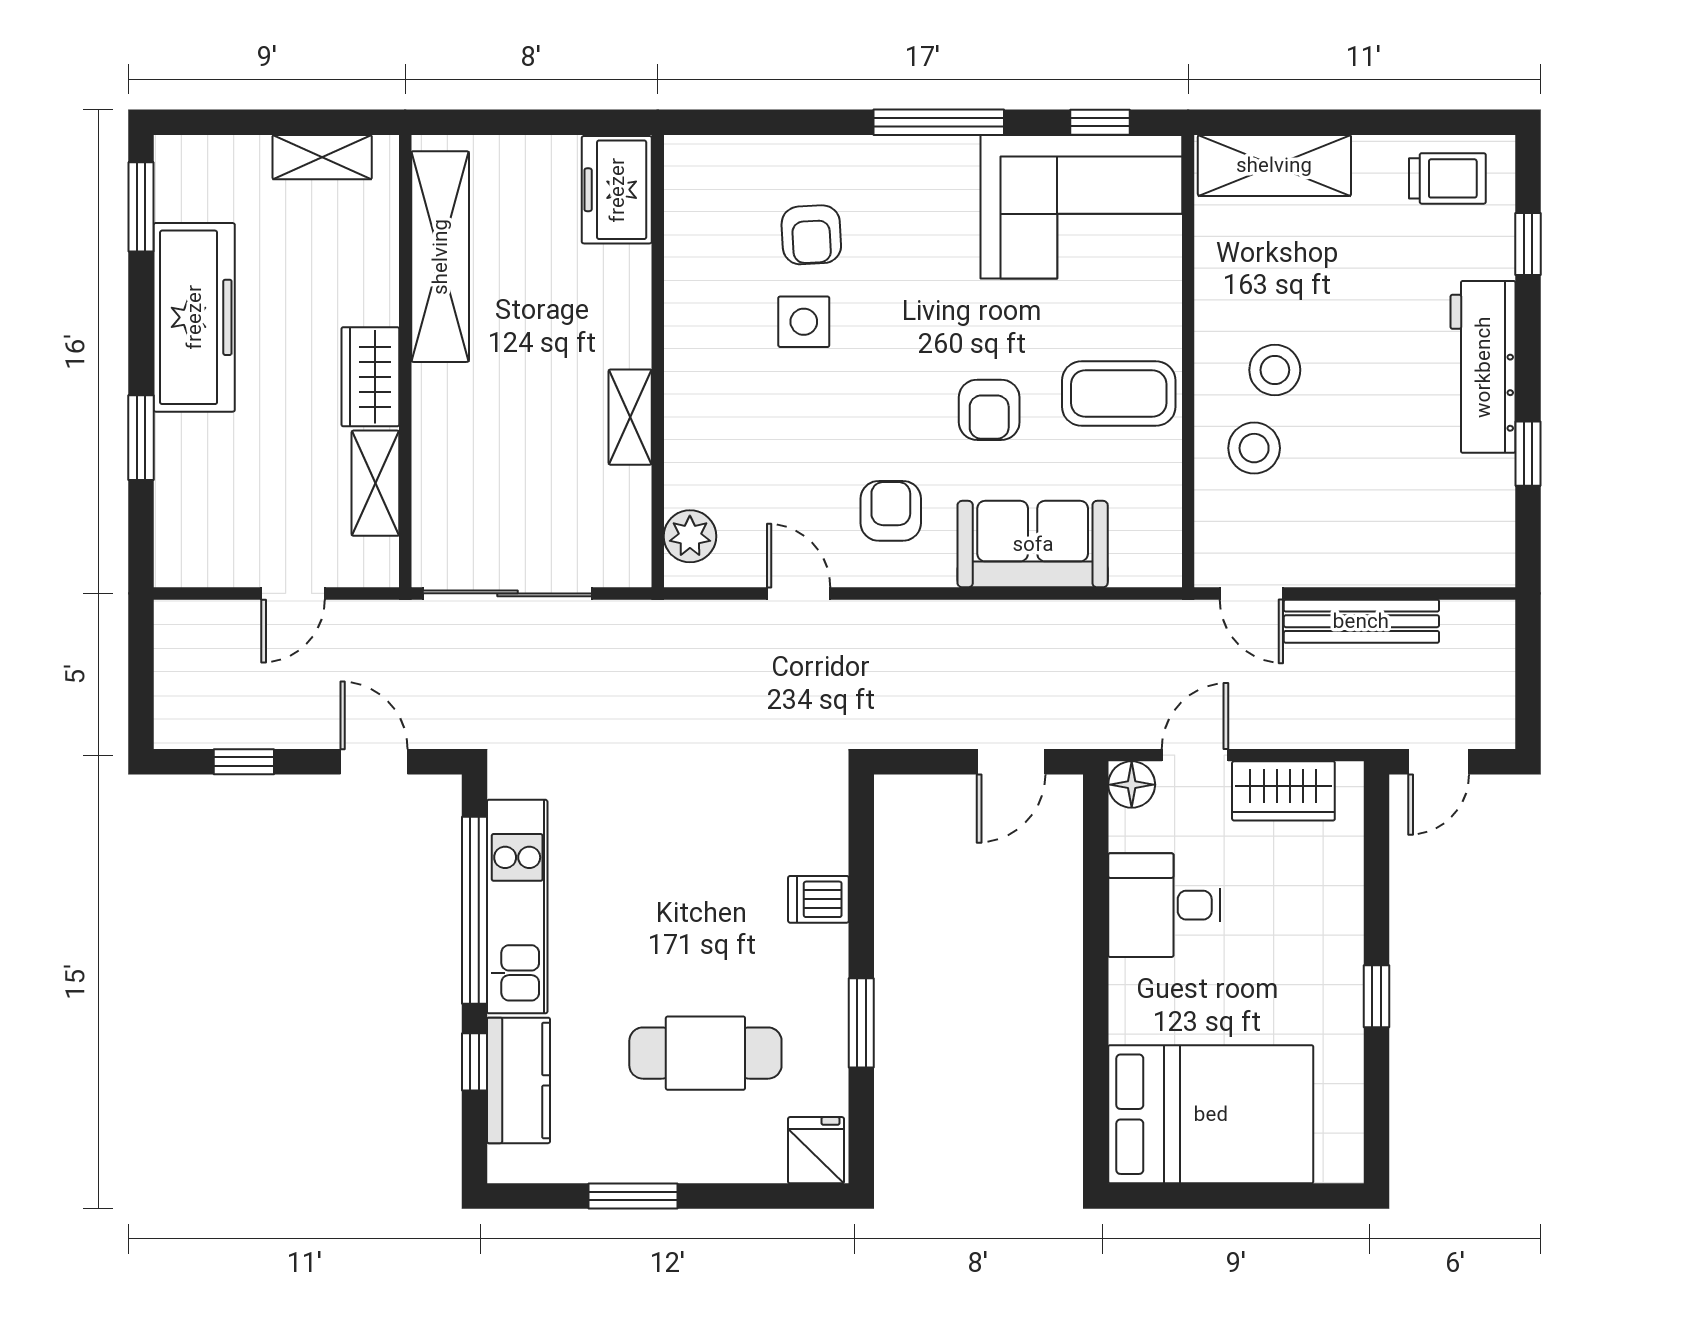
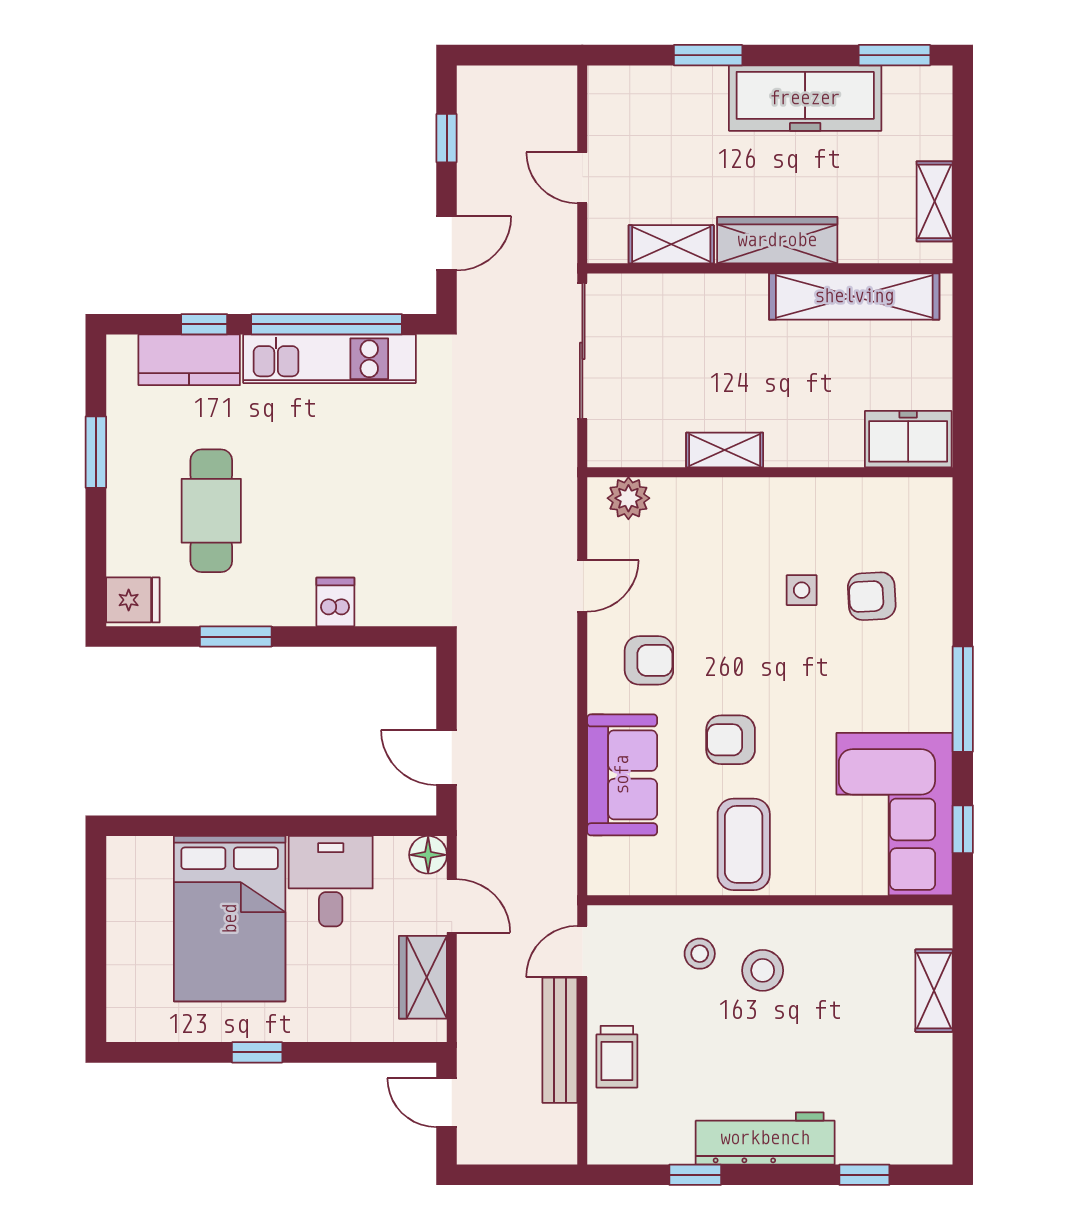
shelving: (1274, 165) -> (934, 991), width x0.67, depth x0.75
trolley: (1447, 178) -> (617, 1057), moved
side table: (804, 322) -> (802, 590), width x0.73, depth x0.73
wardrobe: (370, 377) -> (777, 240), width x1.50
stool: (1254, 448) -> (700, 954), width x0.73, depth x0.73
bed: (1211, 1114) -> (230, 919), moved

